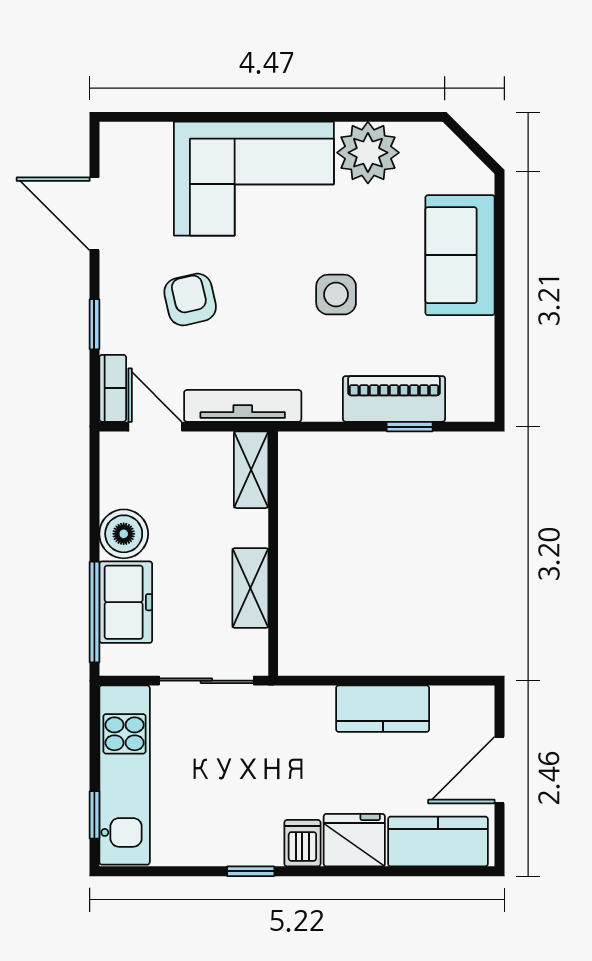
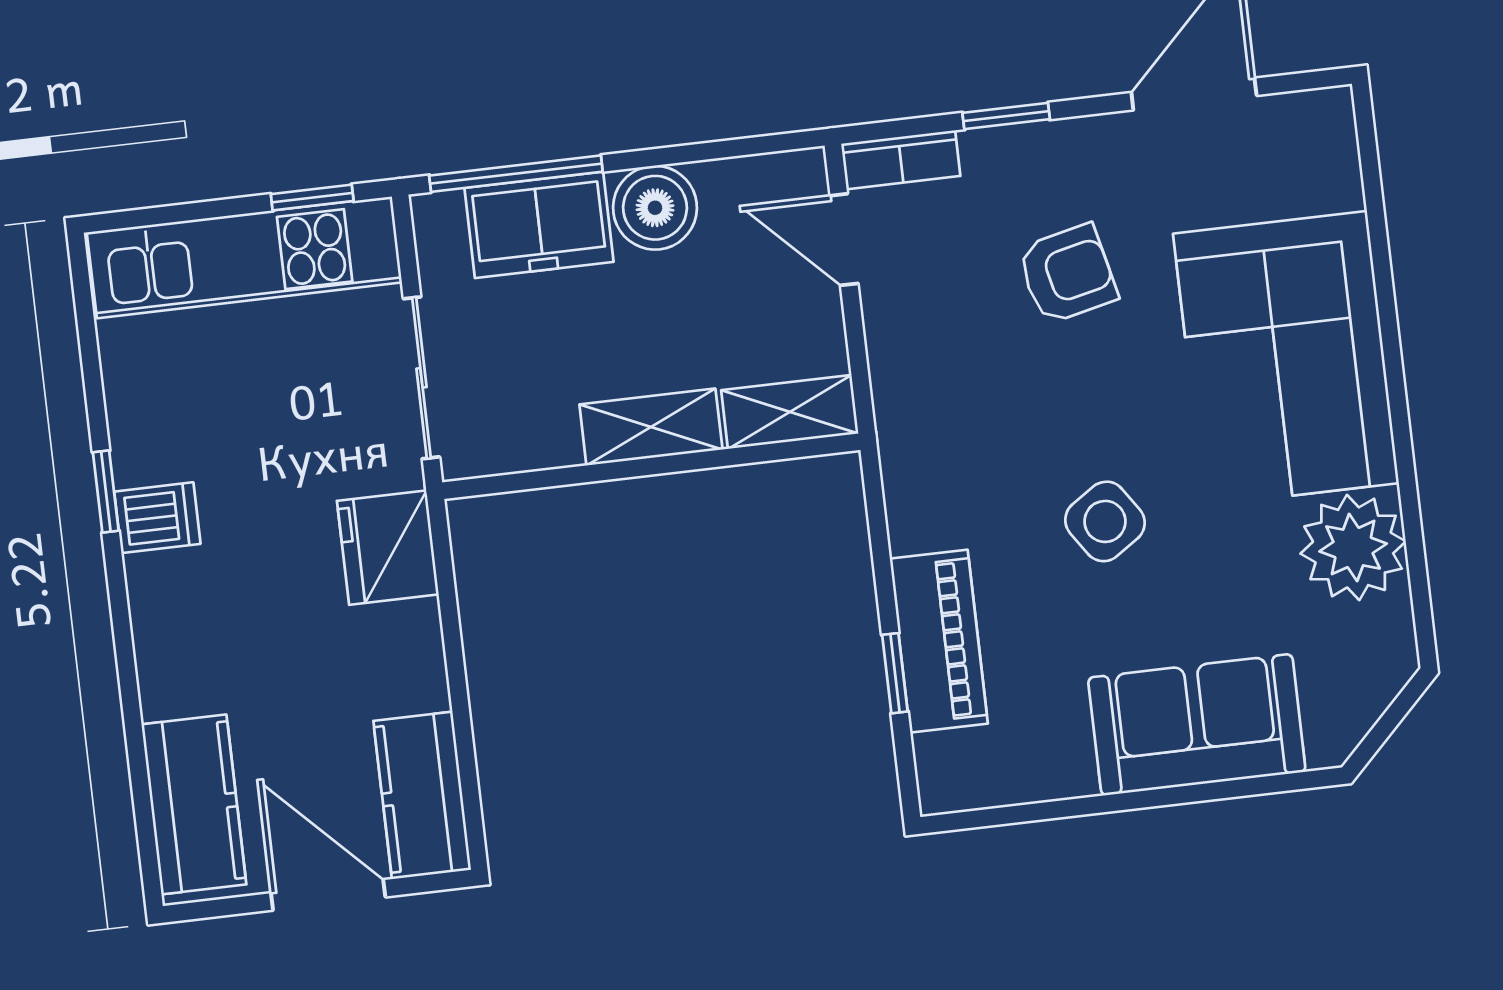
side table: (336, 295) -> (1105, 521), turned -34
tv unit: (243, 406) -> (897, 385), removed
door: (155, 427) -> (844, 240), swing flipped
shelving: (250, 588) -> (651, 427), moved
kitchen counter: (383, 709) -> (422, 795), moved
window: (94, 815) -> (312, 198), moved
fridge: (354, 840) -> (388, 548), moved, turned 180
dishwasher: (302, 843) -> (157, 518), moved

